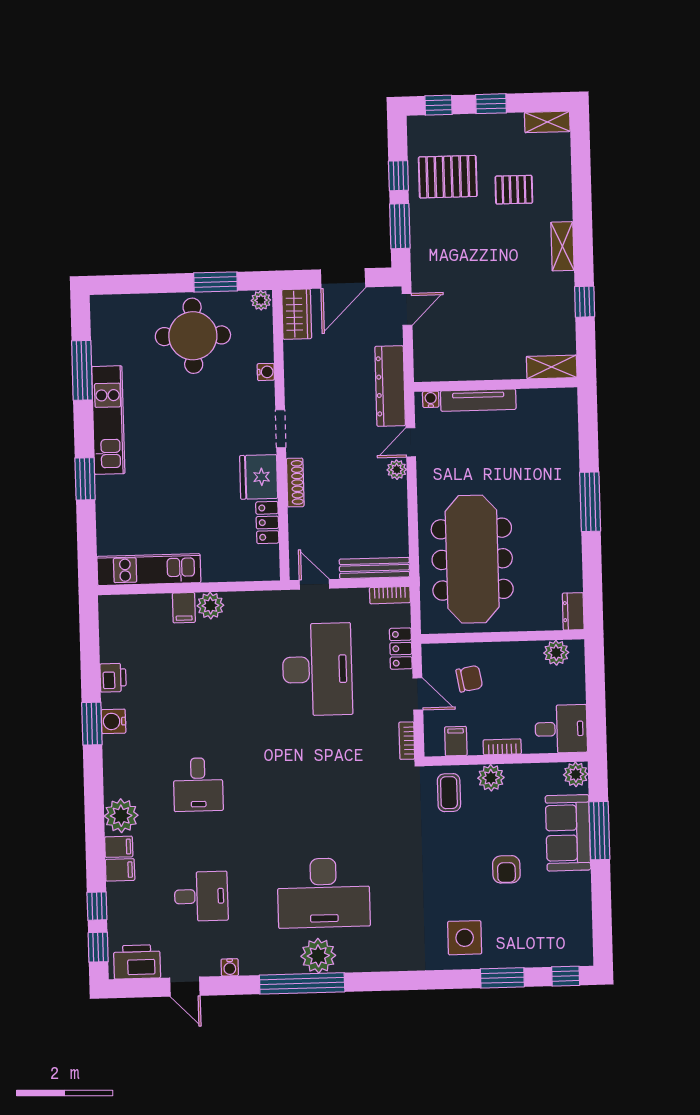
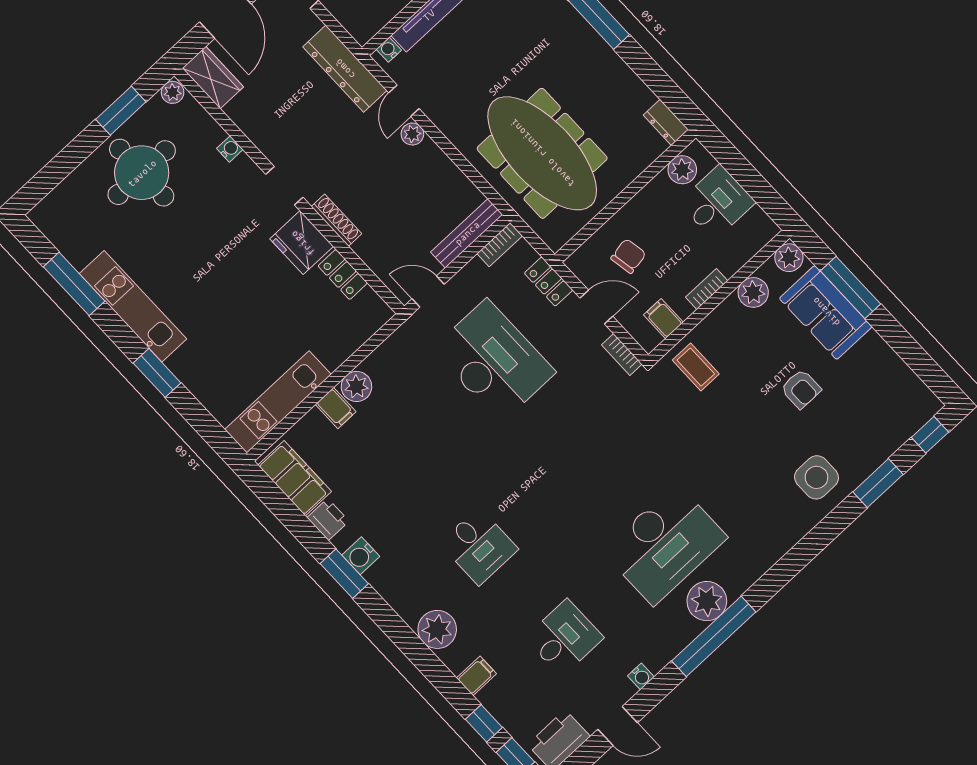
desk: (561, 729) -> (717, 202), moved
plant: (491, 778) -> (753, 292), moved
filing cabinet: (119, 847) -> (295, 478), moved, width x3.00, depth x1.17

